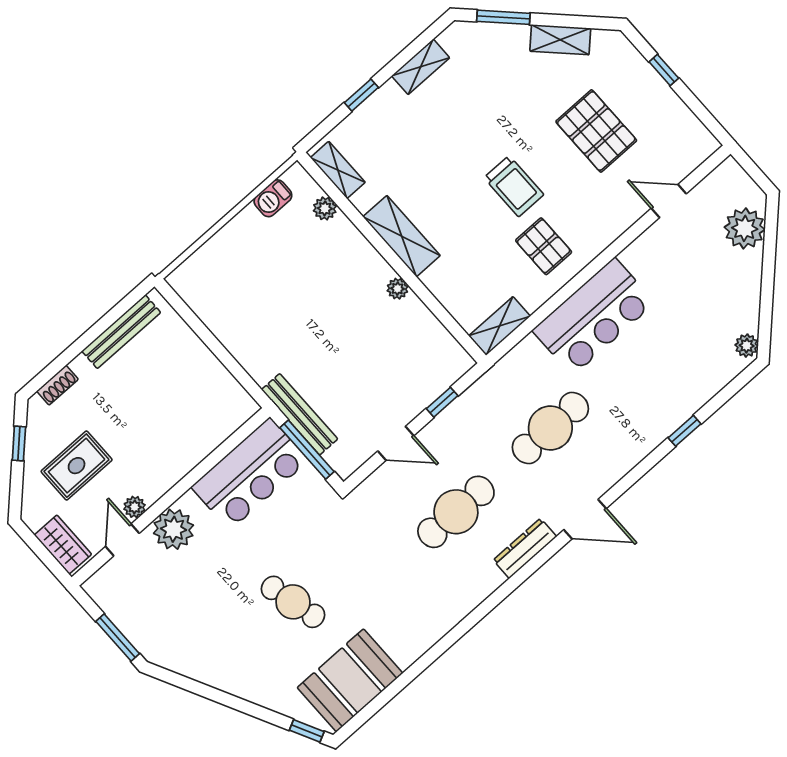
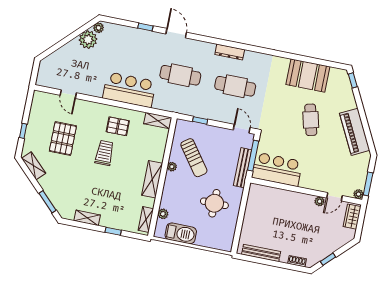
shelving: (560, 40) -> (34, 166), moved
barbecue: (273, 198) -> (181, 233), width x1.88, depth x1.53
plant: (745, 228) -> (88, 40), moved
pallet: (544, 246) -> (118, 126), turned 90
round table: (274, 315) -> (214, 203), added
sun lounger: (384, 340) -> (194, 158), added
door: (396, 443) -> (242, 129), moved
rug: (77, 466) -> (320, 233), removed
door: (585, 519) -> (176, 33), moved
plant: (173, 529) -> (358, 194), moved, width x0.53, depth x0.53
window: (118, 638) -> (368, 184), moved
piano: (212, 664) -> (355, 132), added
booth: (350, 680) -> (308, 76), moved

